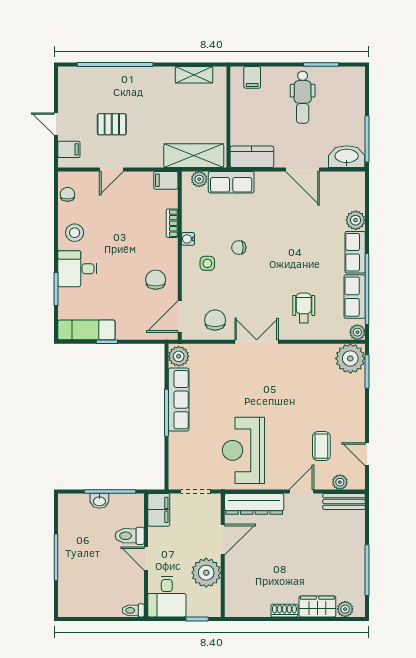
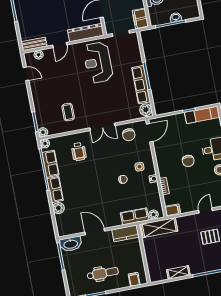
shelving: (194, 75) -> (178, 272), moved
dental chair: (303, 97) -> (103, 273), turned 90
chair: (156, 280) -> (188, 161), moved
plant: (350, 358) -> (43, 132), width x0.53, depth x0.53
coffee table: (321, 446) -> (68, 112), moved
reception desk: (243, 450) -> (98, 62), turned 180

